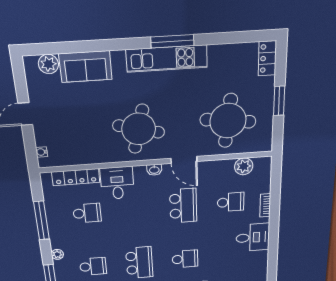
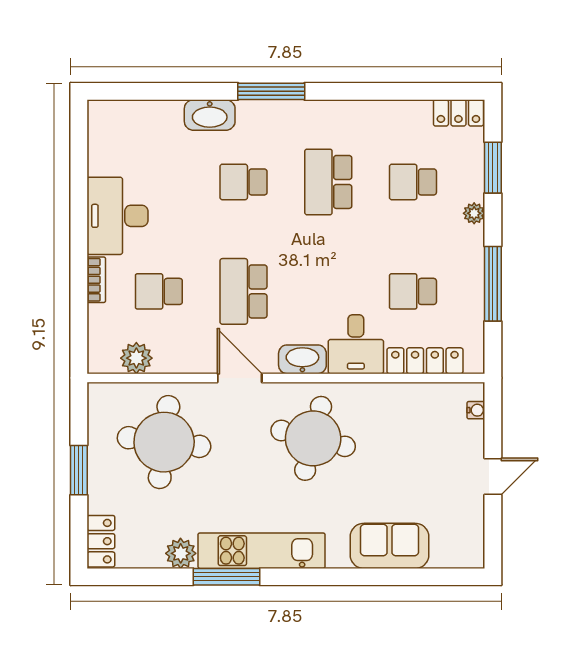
window: (172, 41) -> (226, 577), moved
plant: (48, 64) -> (181, 553), moved
washbasin: (154, 170) -> (302, 359), width x1.91, depth x1.45
desk: (253, 237) -> (117, 216), width x1.37

